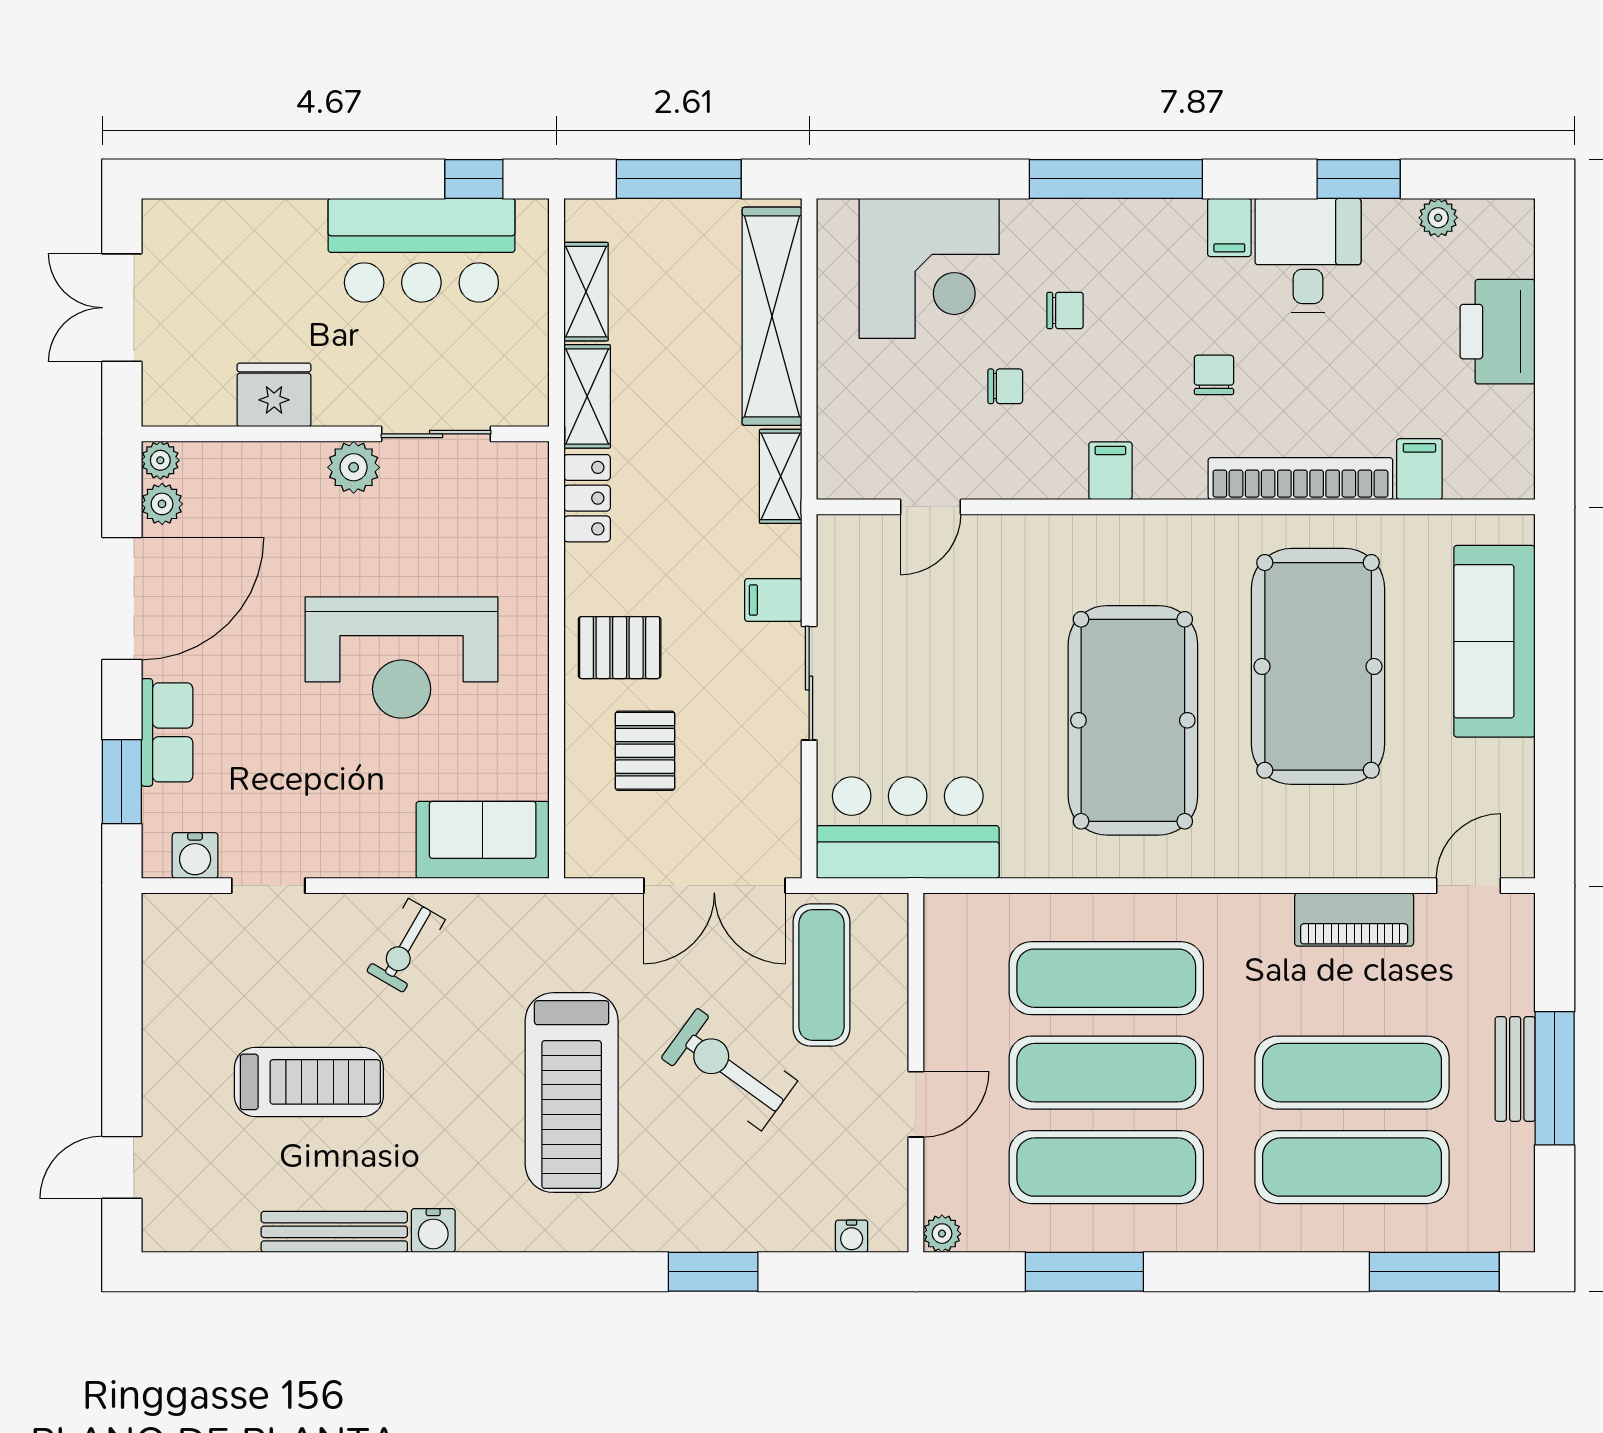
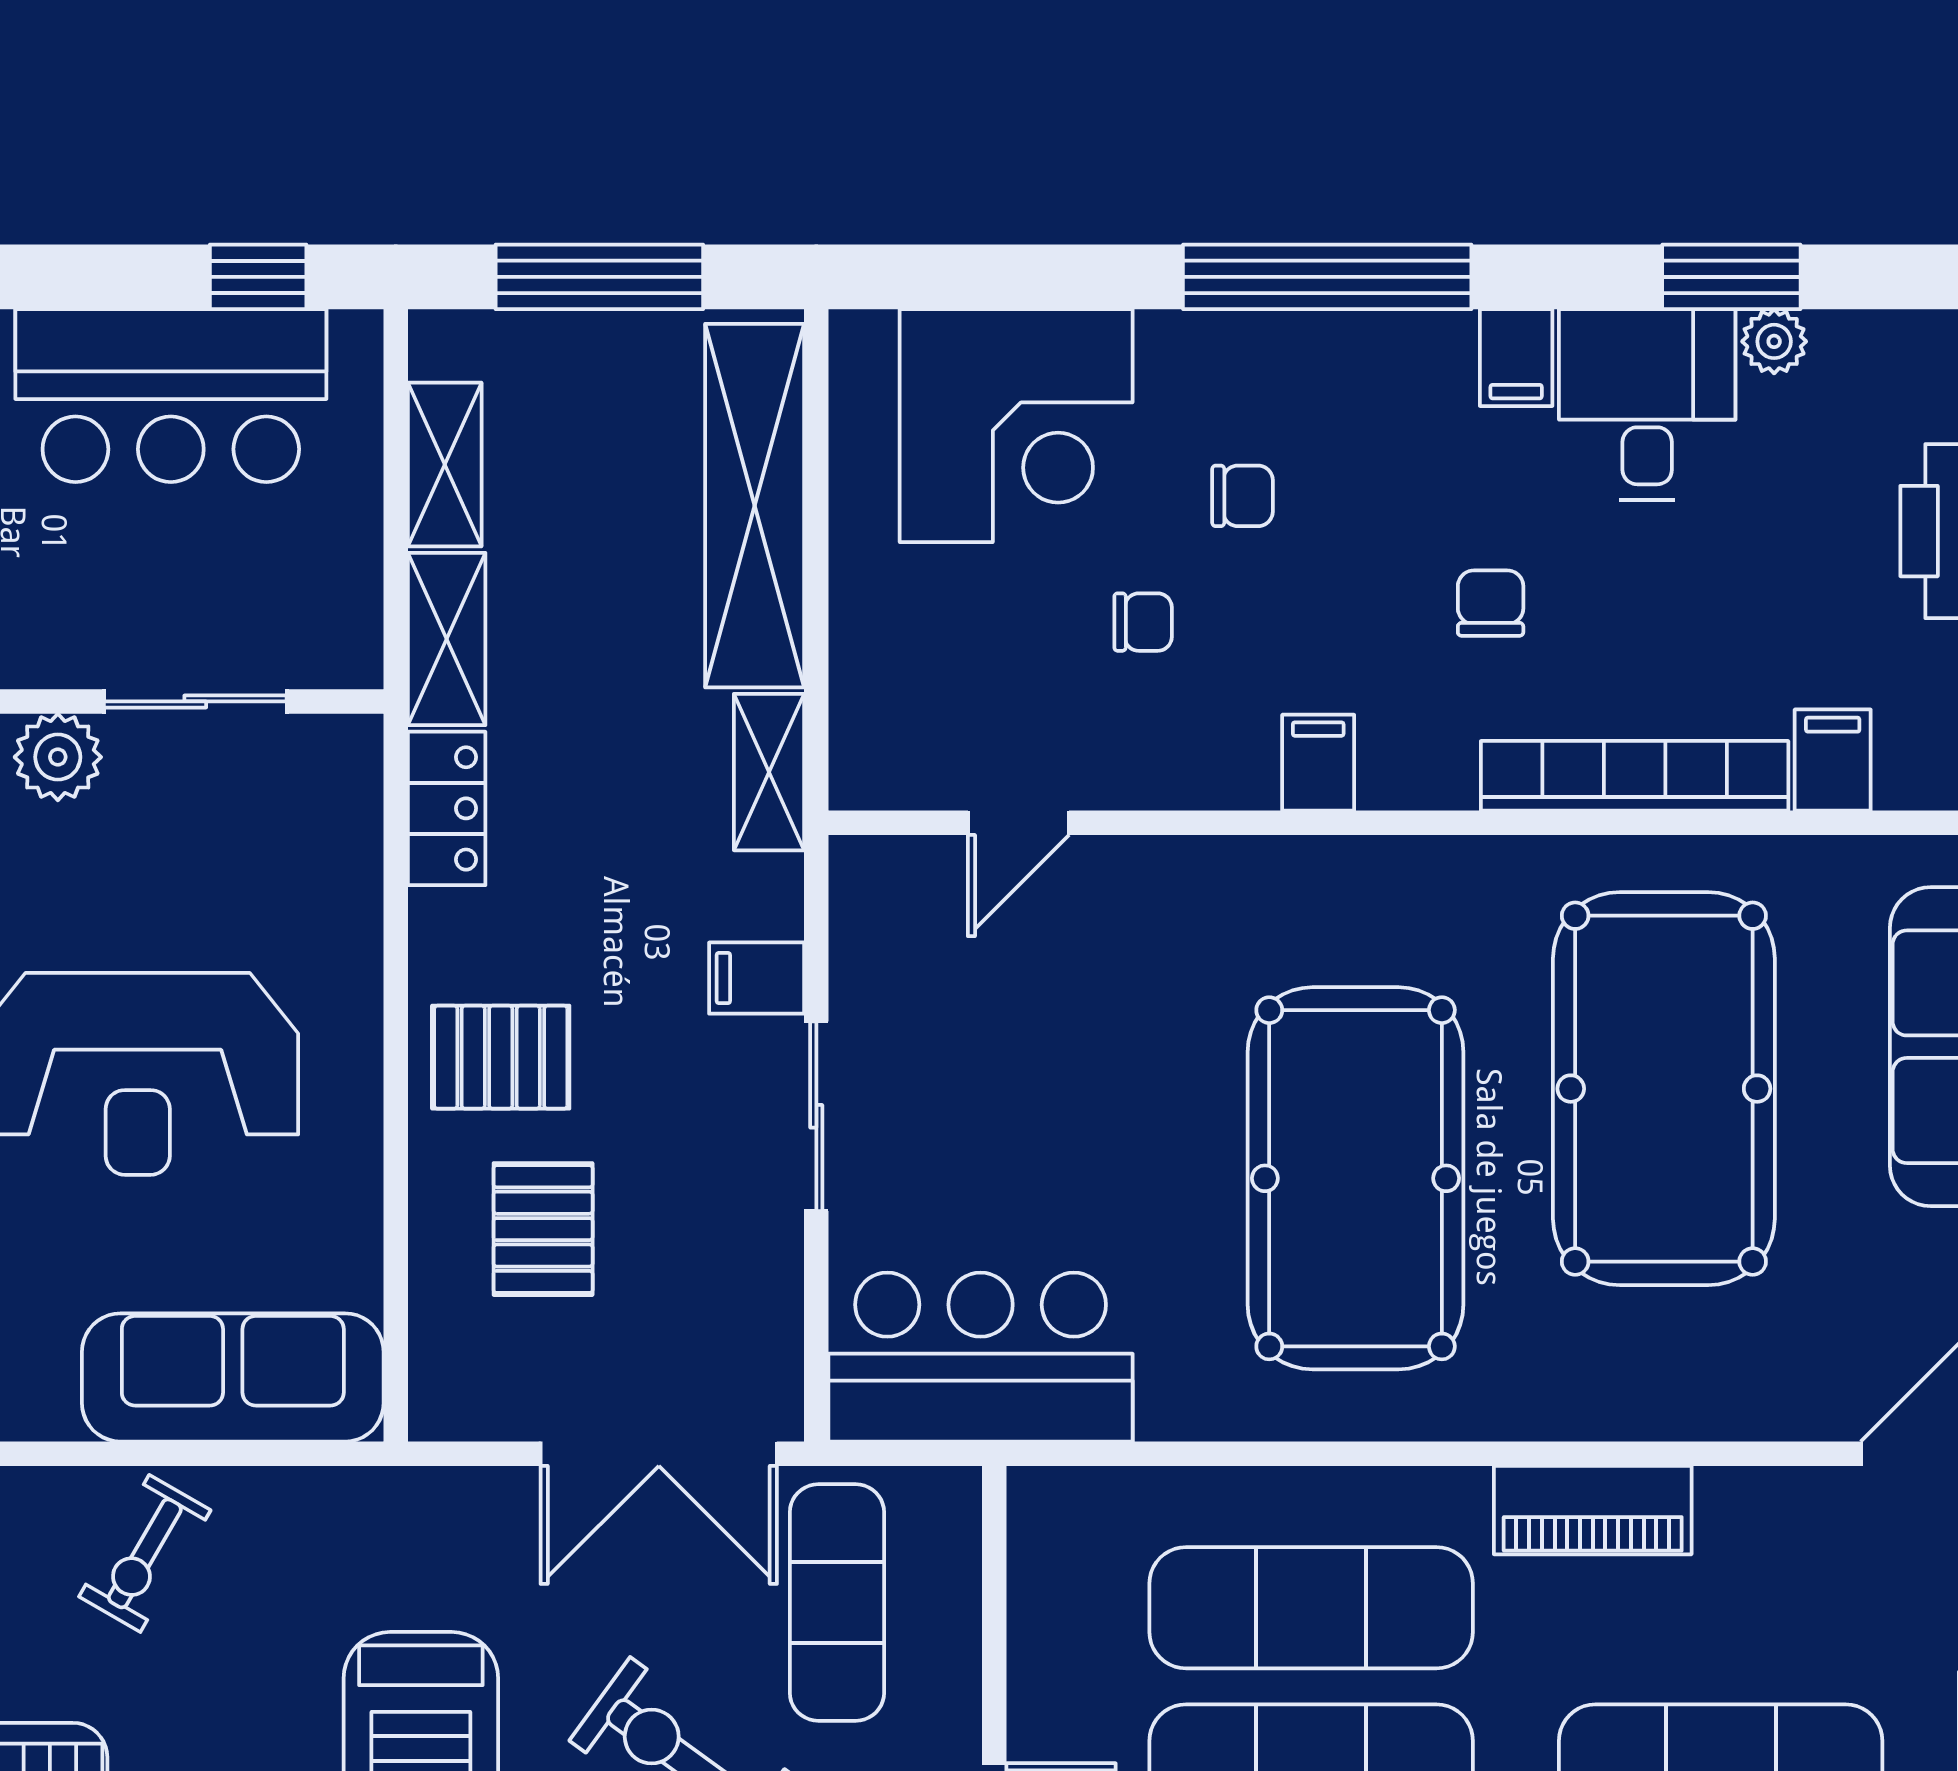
plant: (1438, 218) -> (1774, 341), moved
sofa: (483, 840) -> (233, 1377), width x1.36
piano: (1354, 919) -> (1593, 1510), moved

